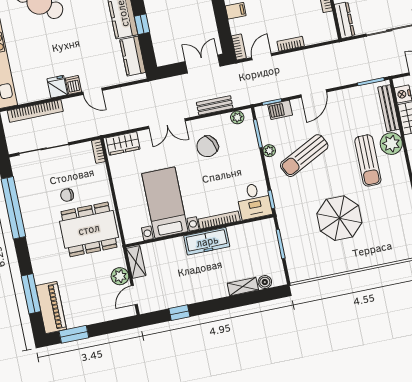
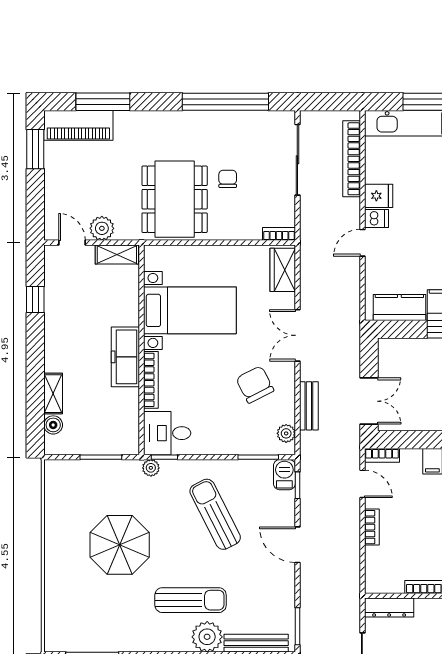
barbecue: (280, 110) -> (284, 475), moved
plant: (269, 151) -> (151, 468), moved
sun lounger: (368, 160) -> (191, 600), turned 180

